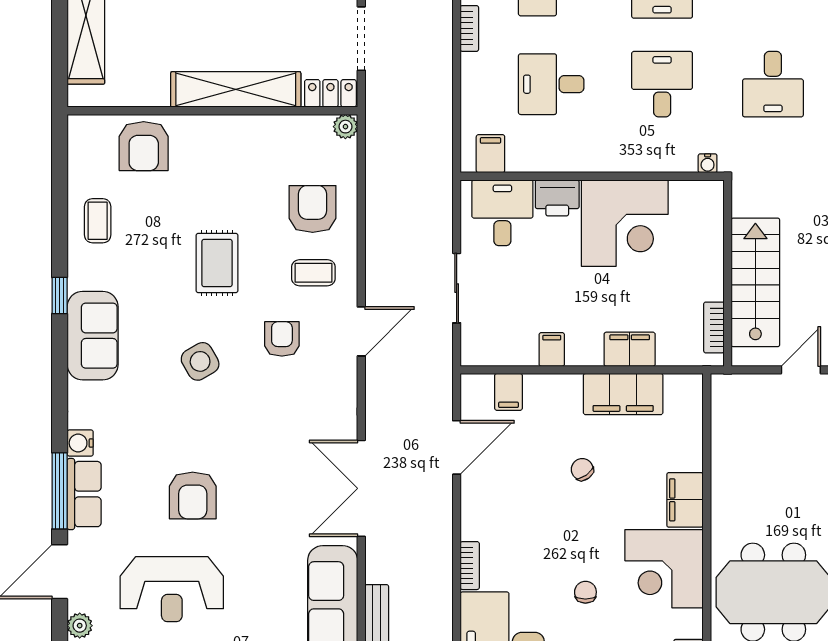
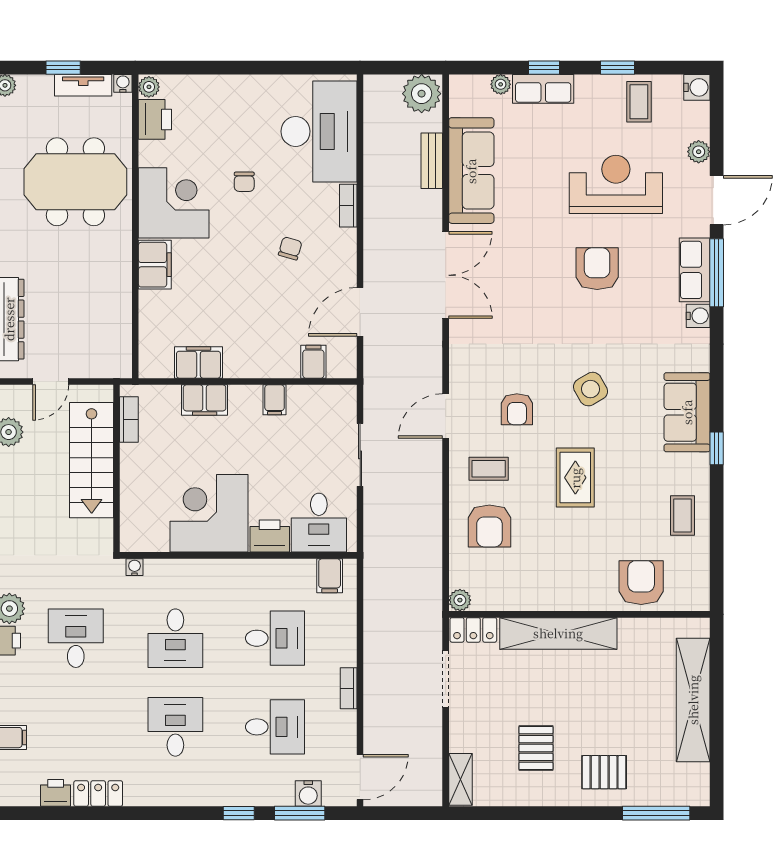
filing cabinet: (623, 394) -> (198, 362), width x0.67, depth x0.86
chair: (582, 469) -> (290, 248), moved, turned -128

